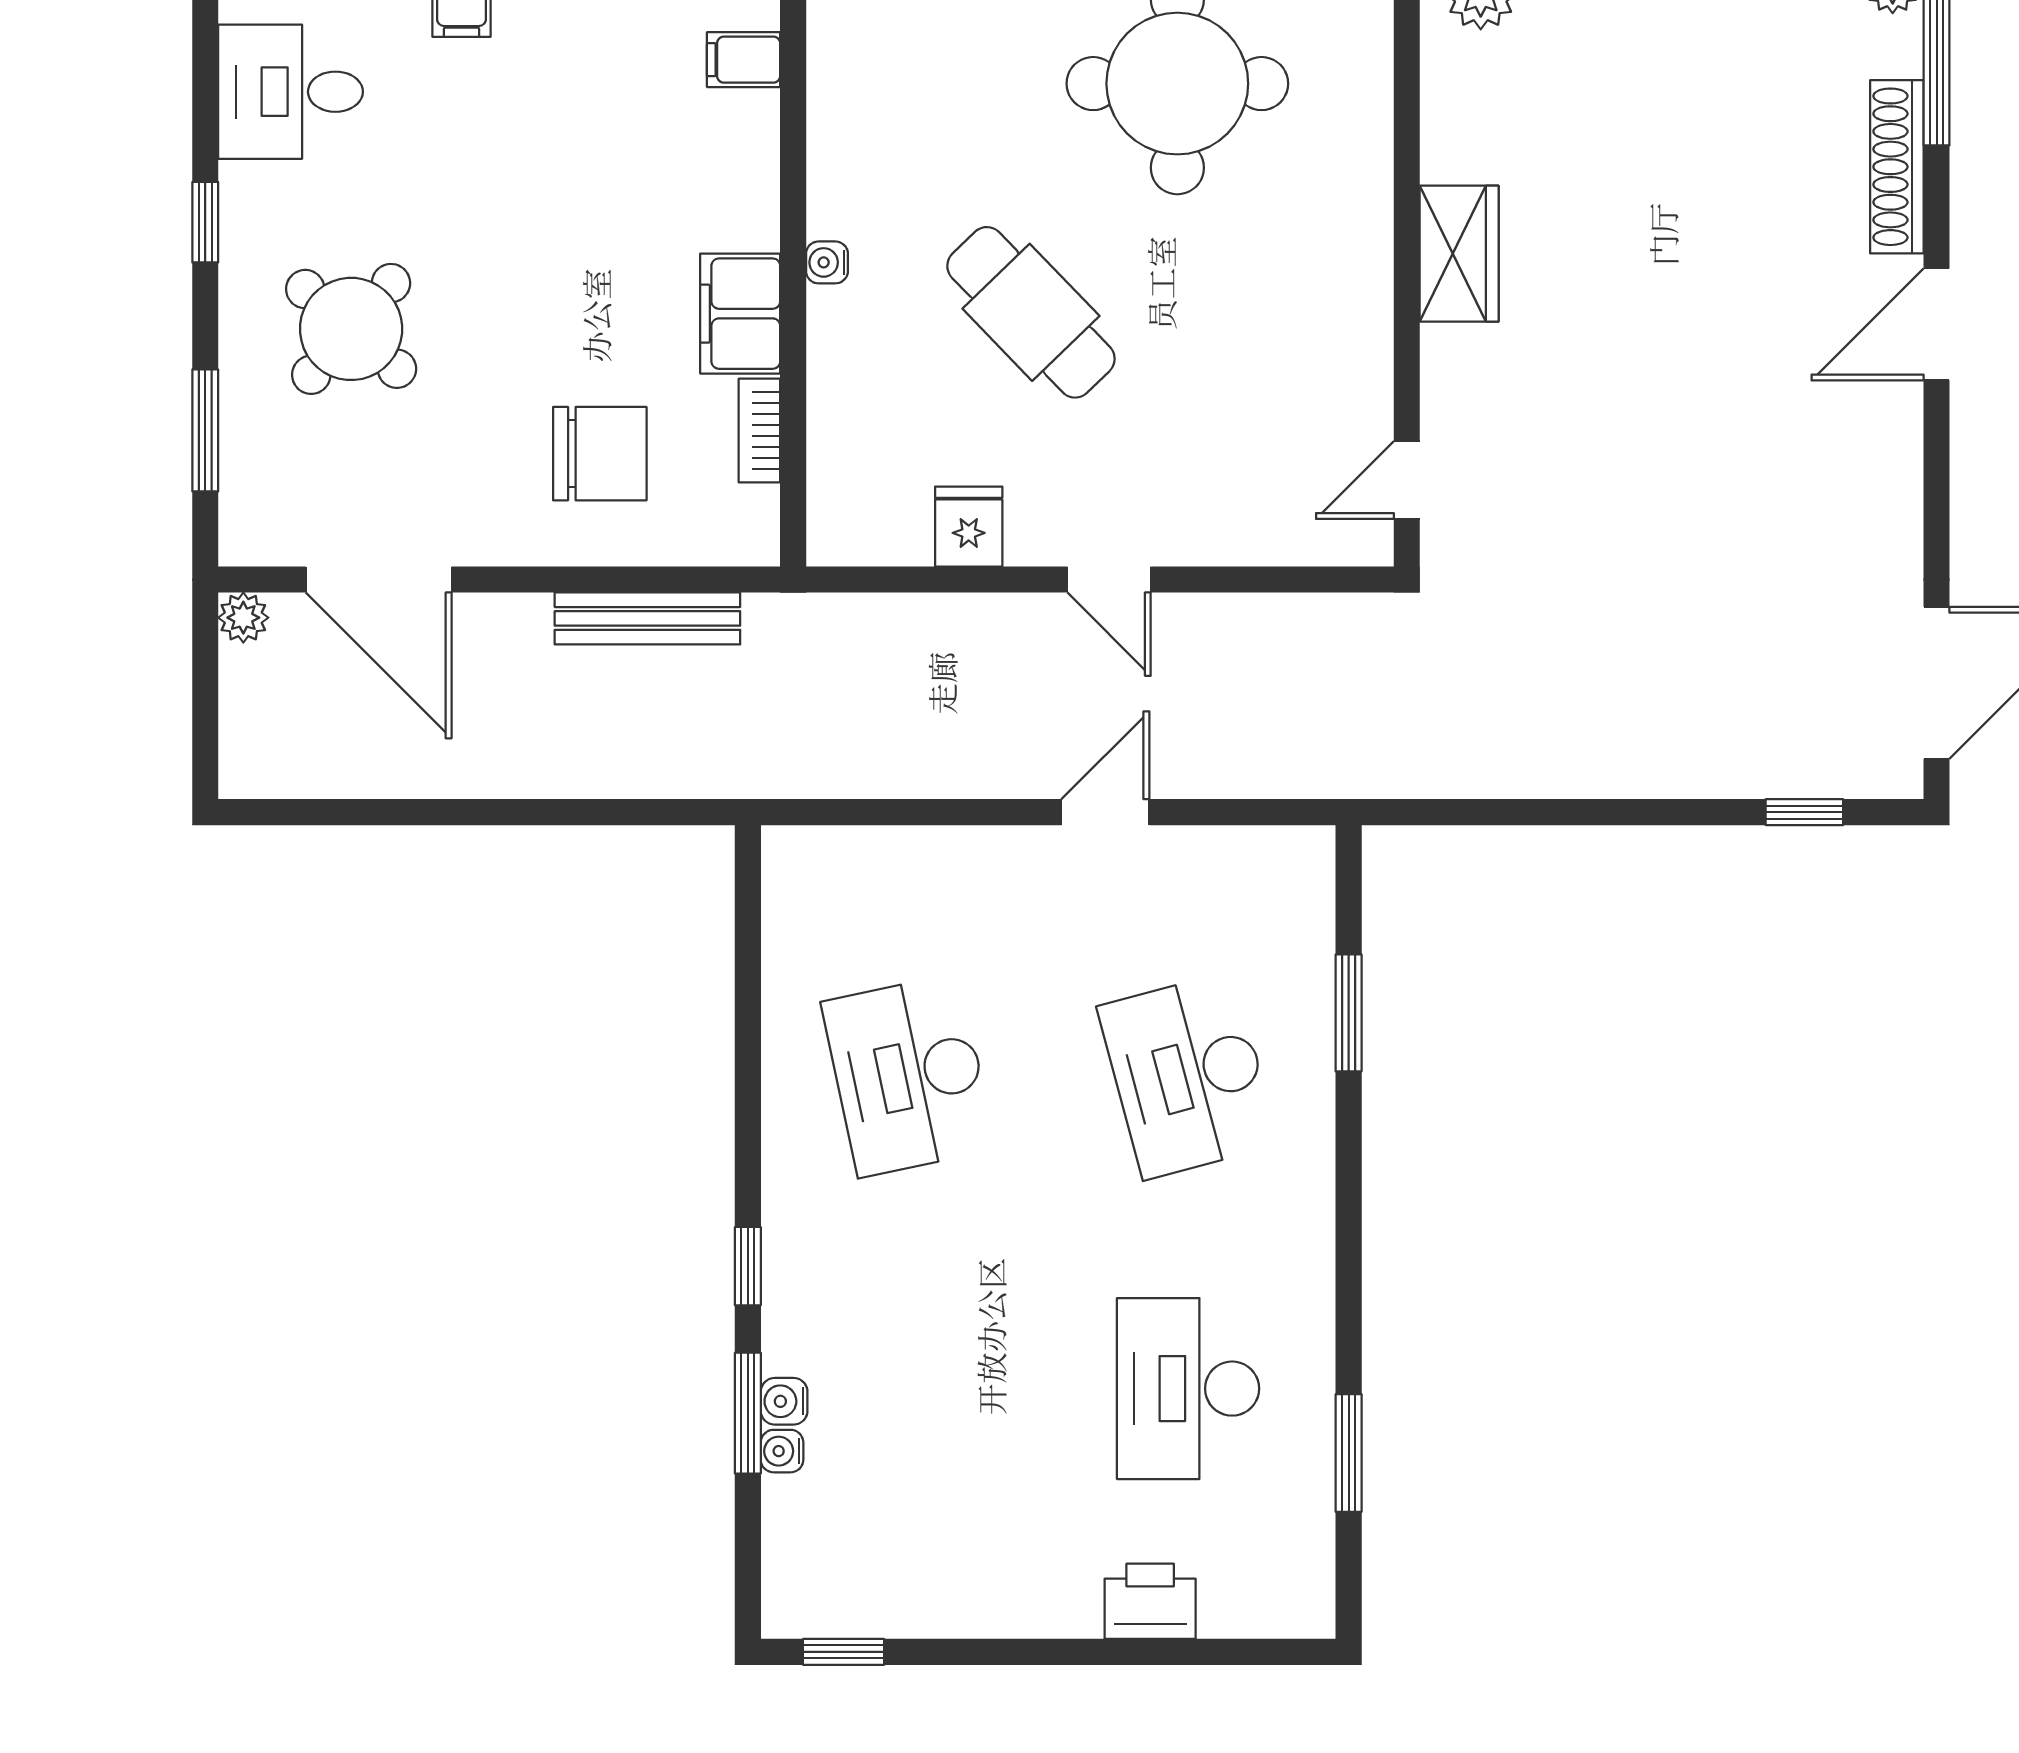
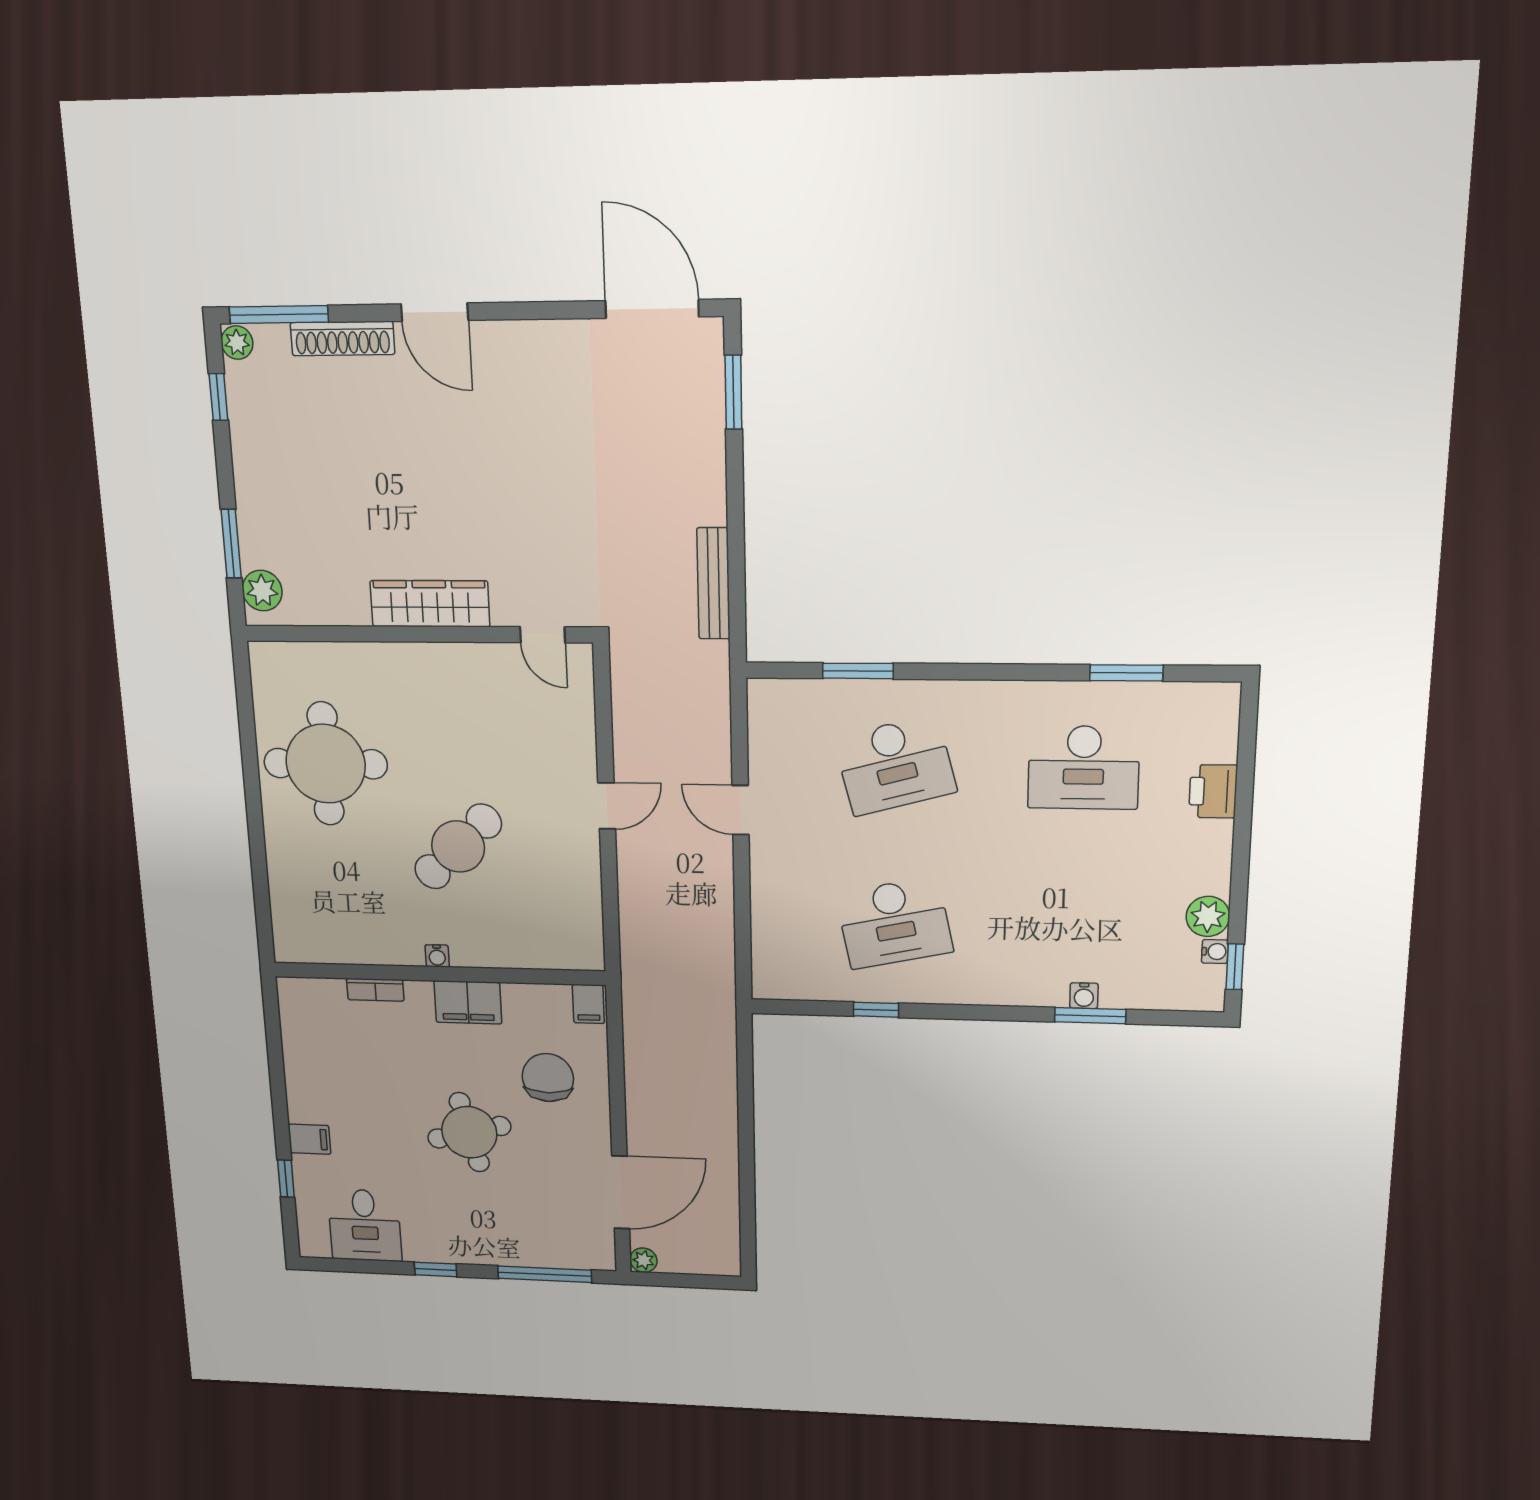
filing cabinet: (744, 60) -> (588, 1004), moved
wardrobe: (1459, 254) -> (430, 604), width x1.50
round table: (351, 329) -> (469, 1132), moved, turned 35
window: (205, 430) -> (545, 1274), width x1.44
bookcase: (759, 431) -> (375, 990), moved
fridge: (969, 527) -> (580, 883), removed
bench: (647, 618) -> (713, 584), moved
window: (1804, 812) -> (733, 392), width x1.50
window: (748, 1266) -> (876, 1010), moved
water cooler: (782, 1451) -> (1215, 952), moved, turned -90
plant: (932, 1603) -> (1208, 916), added

